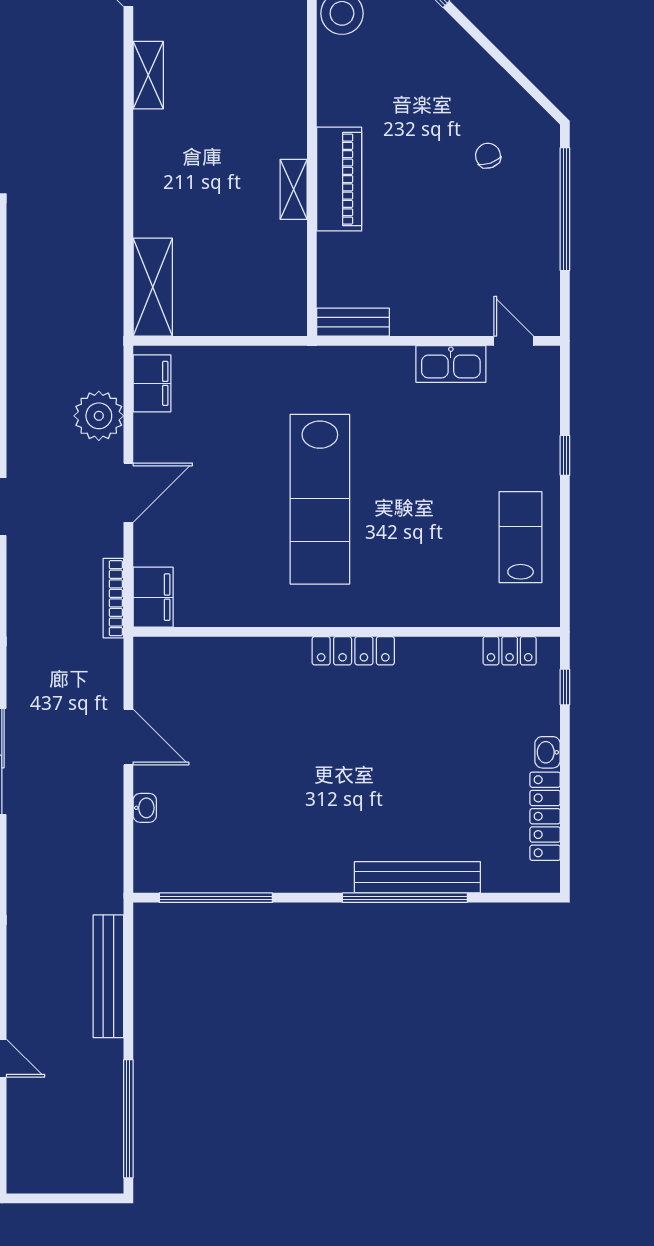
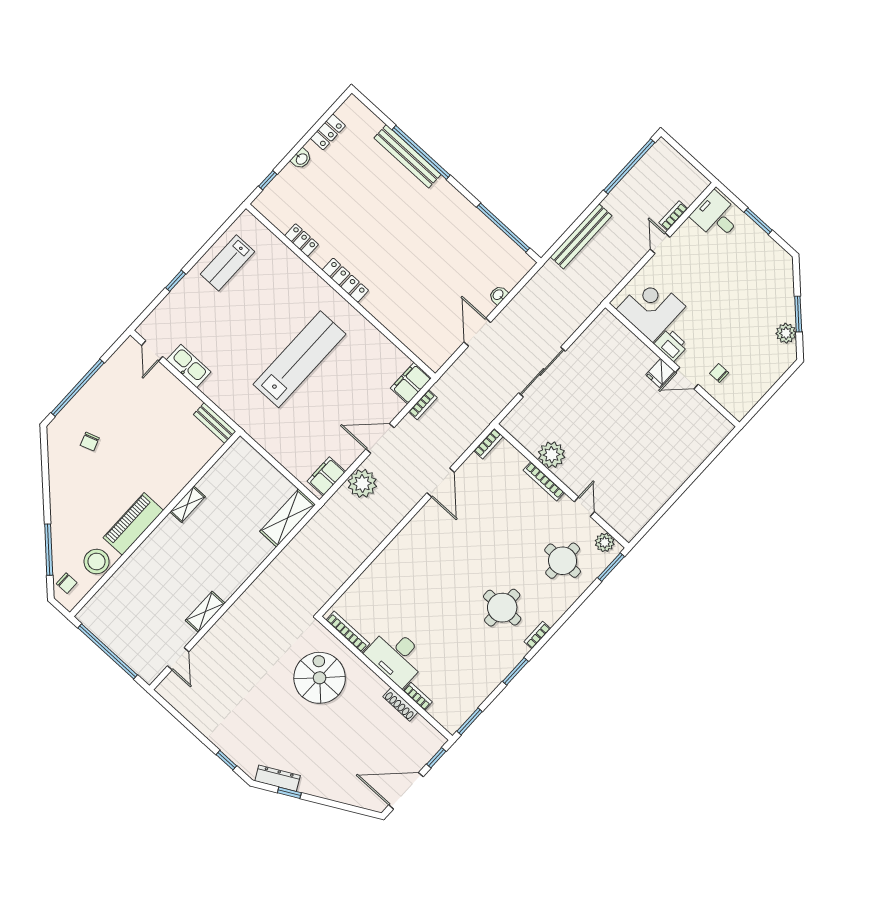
piano: (339, 179) -> (133, 524), moved
bookcase: (113, 598) -> (423, 405), width x0.64
locker: (510, 651) -> (302, 240), moved
locker: (545, 816) -> (328, 132), width x0.66
bookcase: (17, 1108) -> (673, 216), added

